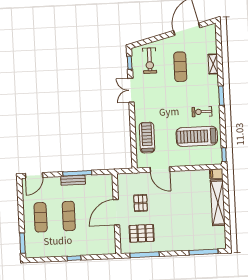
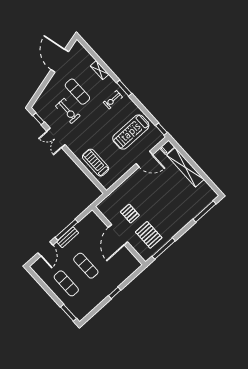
exercise bike: (150, 61) -> (68, 111), moved
exercise bike: (202, 112) -> (113, 100), moved
door: (160, 169) -> (144, 159), moved
door: (34, 175) -> (45, 249), moved
pallet: (142, 233) -> (149, 235), turned 90

